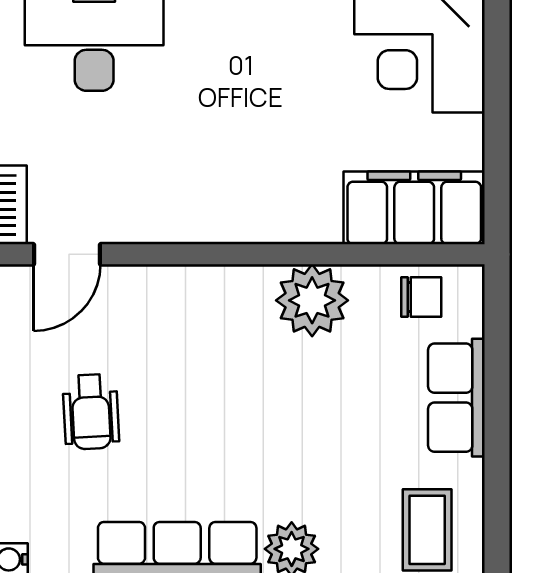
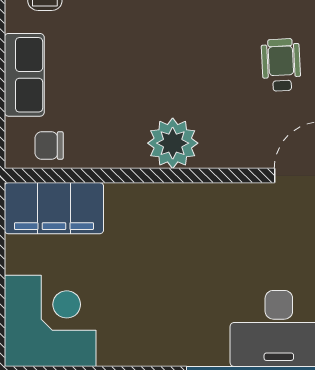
plant: (312, 300) -> (173, 143), moved

